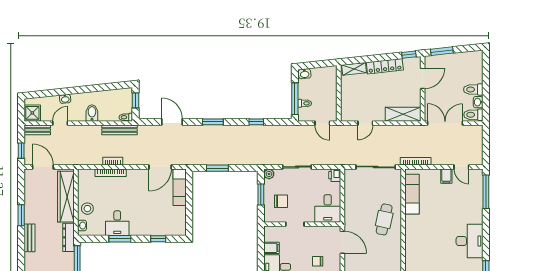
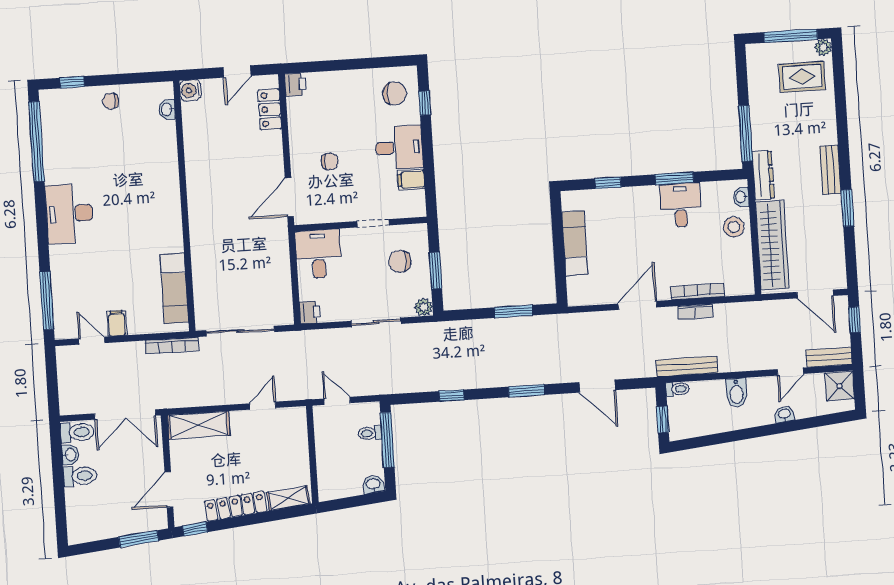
door: (160, 167) -> (638, 305), moved
exam couch: (180, 187) -> (575, 243), moved
cafe table: (384, 219) -> (220, 241), removed
door: (342, 242) -> (289, 197), hinge flipped

